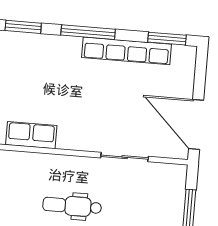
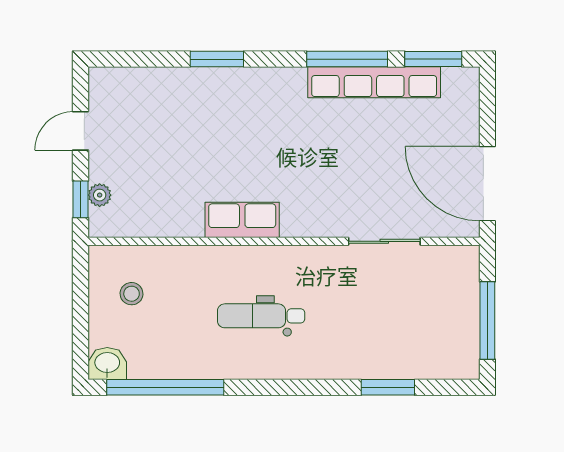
window: (88, 32) -> (347, 59), moved
dental chair: (72, 206) -> (261, 316), moved

